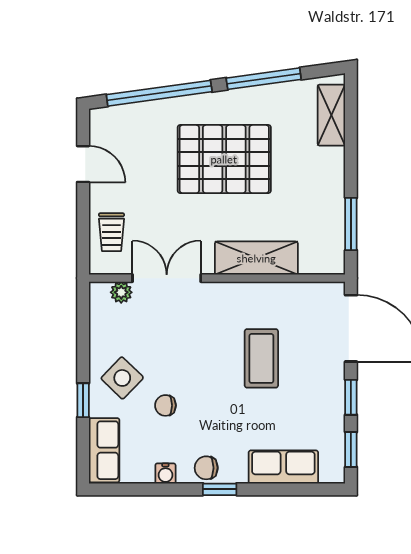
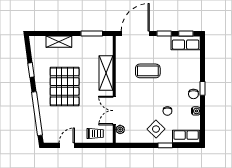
window: (264, 79) -> (31, 70), width x0.46
shelving: (331, 115) -> (59, 42), moved
row of seats: (283, 467) -> (186, 43), moved, turned -90

